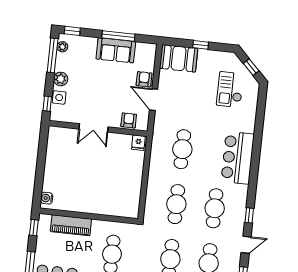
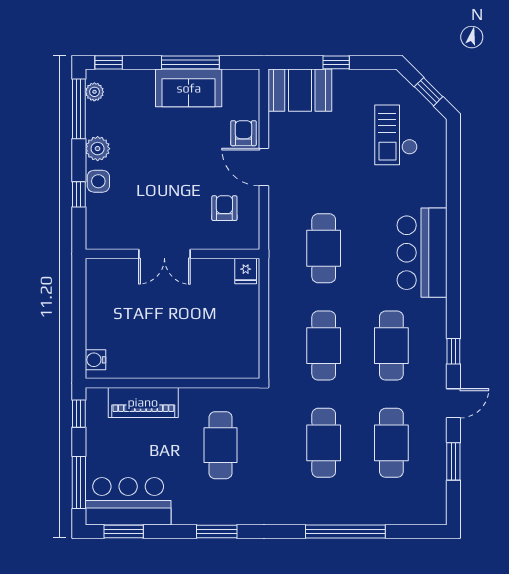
double door: (94, 128) -> (164, 254), moved
wall: (98, 128) -> (172, 254), moved
fridge: (138, 143) -> (246, 271), moved

